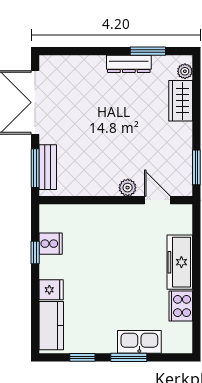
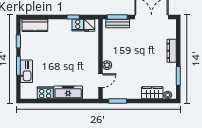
dresser: (129, 64) -> (172, 51), moved
fridge: (51, 290) -> (89, 25), moved

